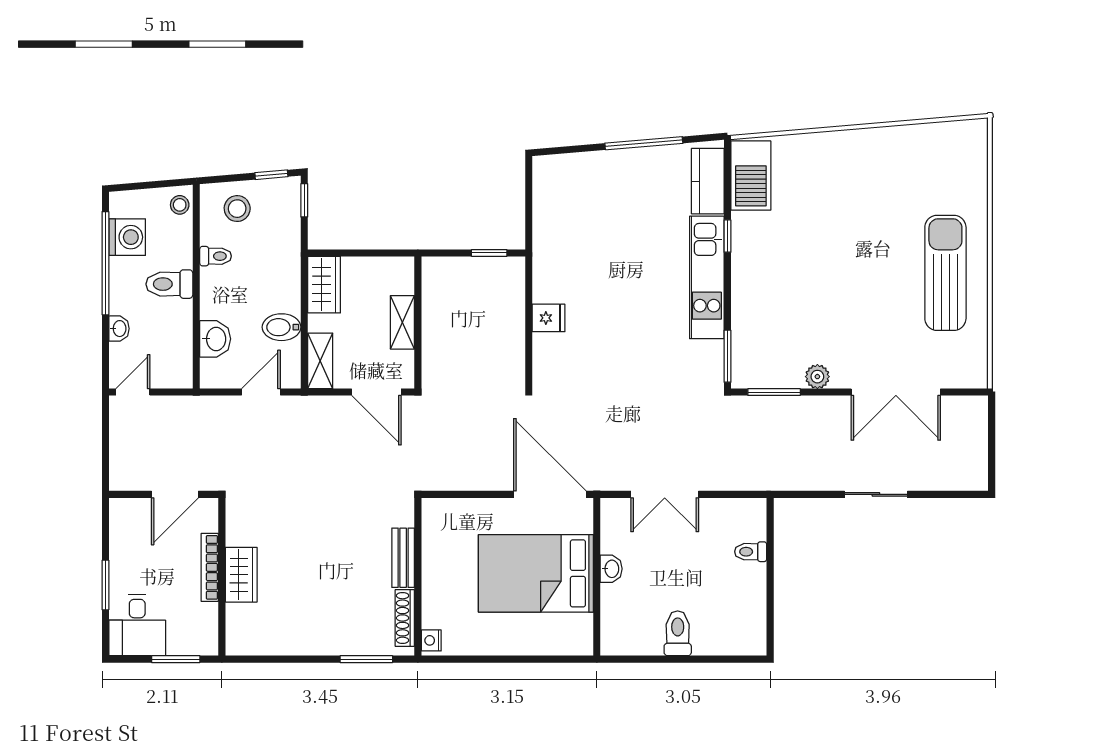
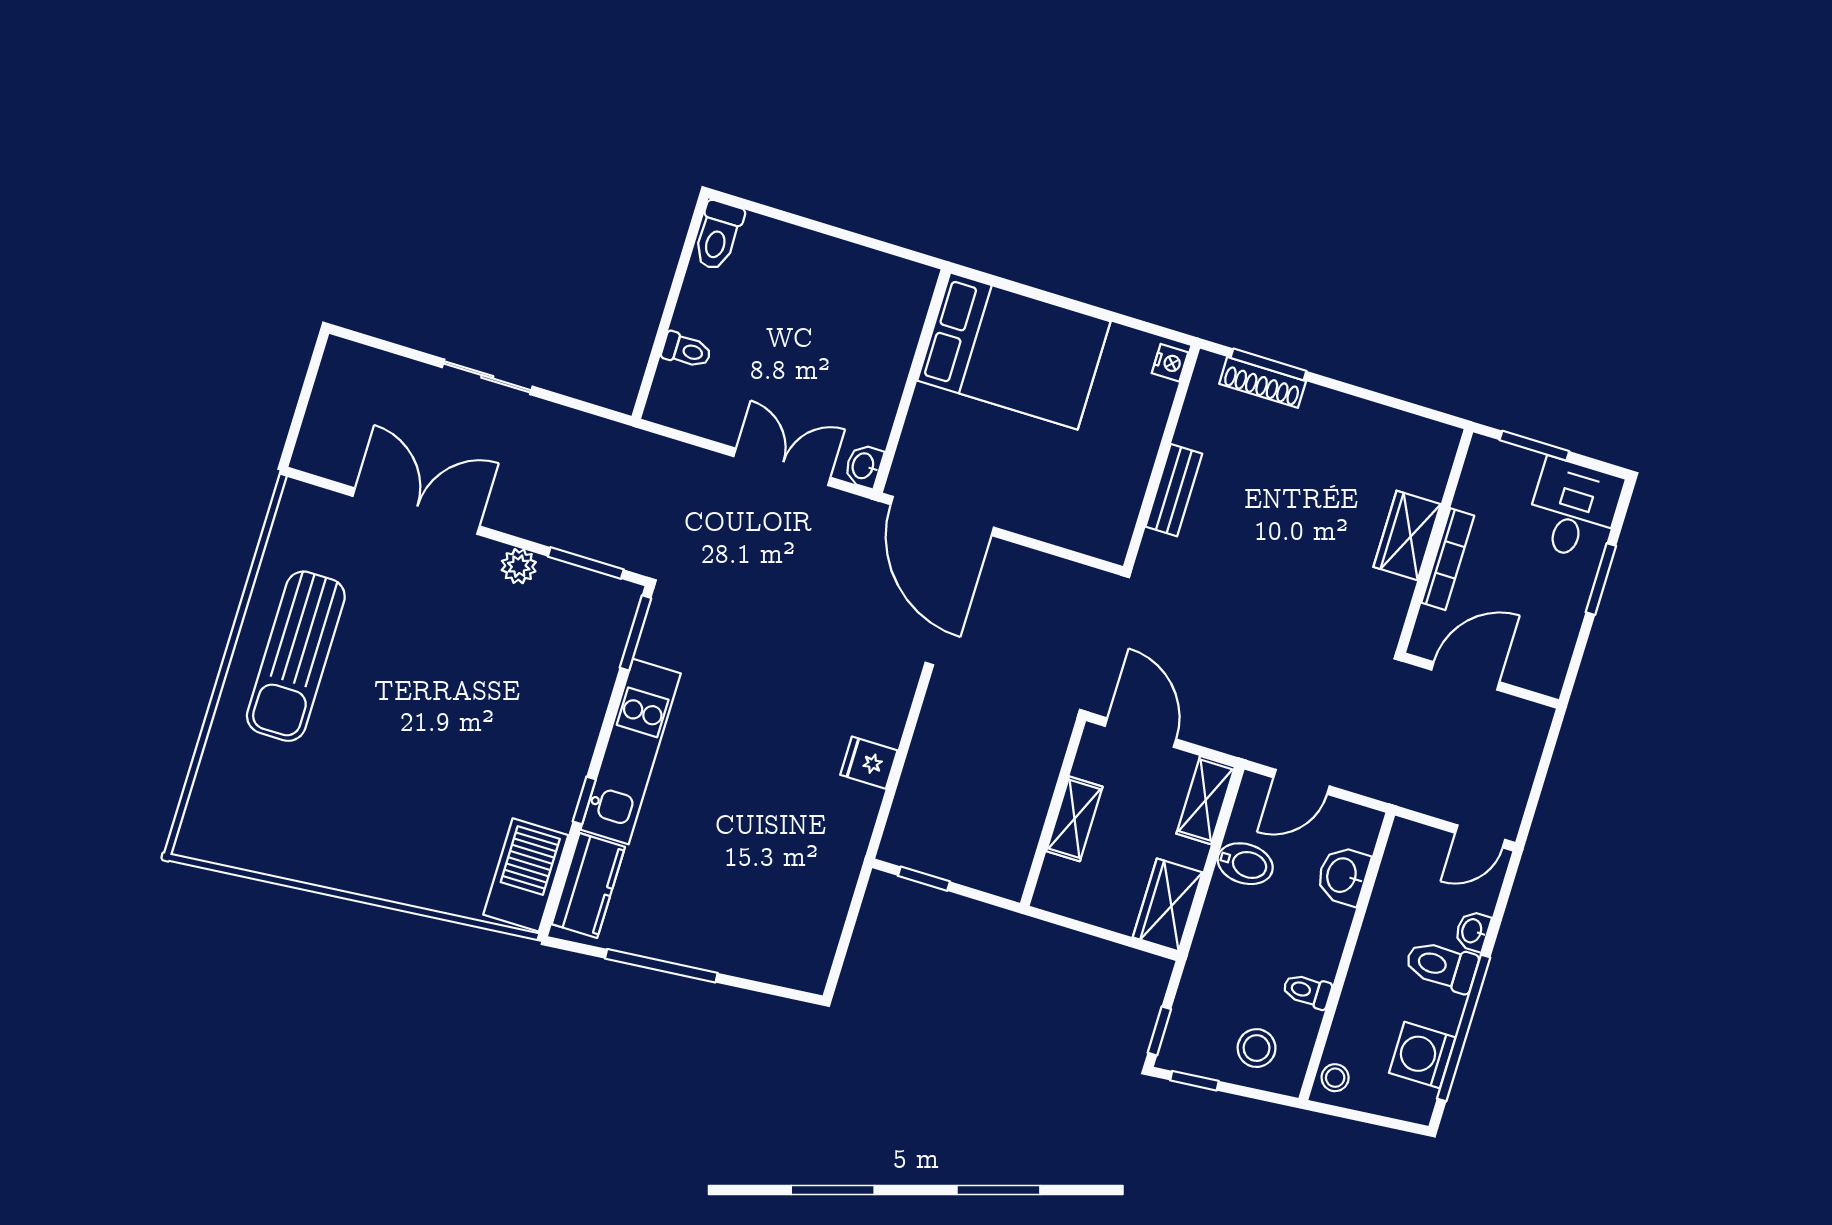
toilet: (169, 284) -> (1442, 966), moved, turned 180
washbasin: (611, 569) -> (864, 466), moved
bed: (536, 573) -> (1014, 351), moved
shoe rack: (405, 618) -> (1263, 382), moved, turned 90
toilet: (678, 633) -> (718, 236), moved

